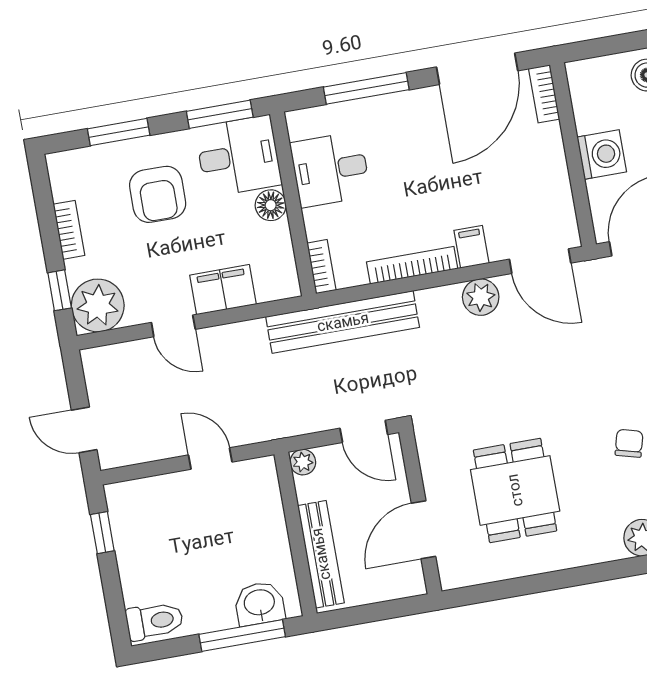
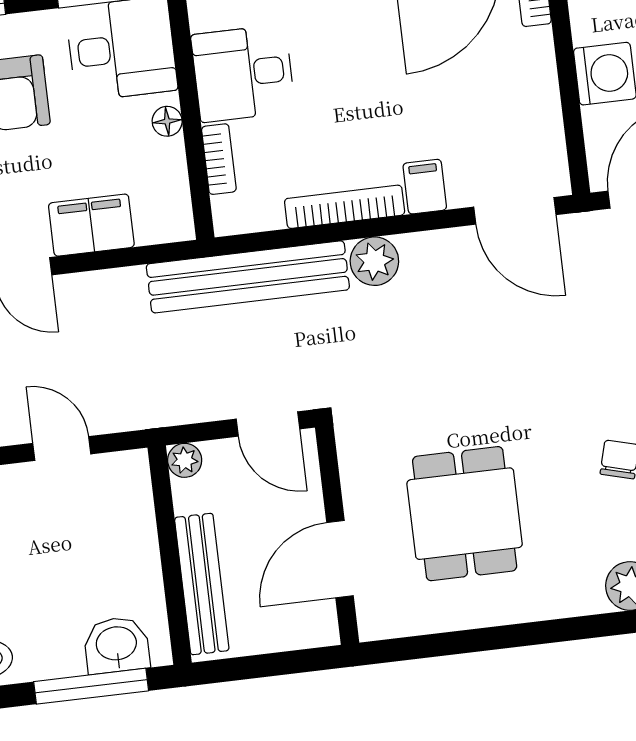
floor lamp: (271, 205) -> (167, 121), width x0.73, depth x0.73
bookcase: (322, 267) -> (219, 159), moved
plant: (481, 297) -> (374, 261), moved

